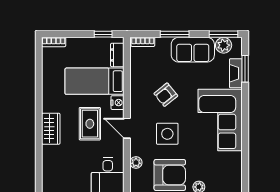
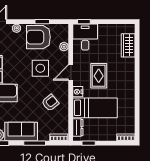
armchair: (166, 95) -> (50, 103), moved
door: (127, 128) -> (71, 72), swing flipped
wardrobe: (51, 129) -> (128, 45), moved

